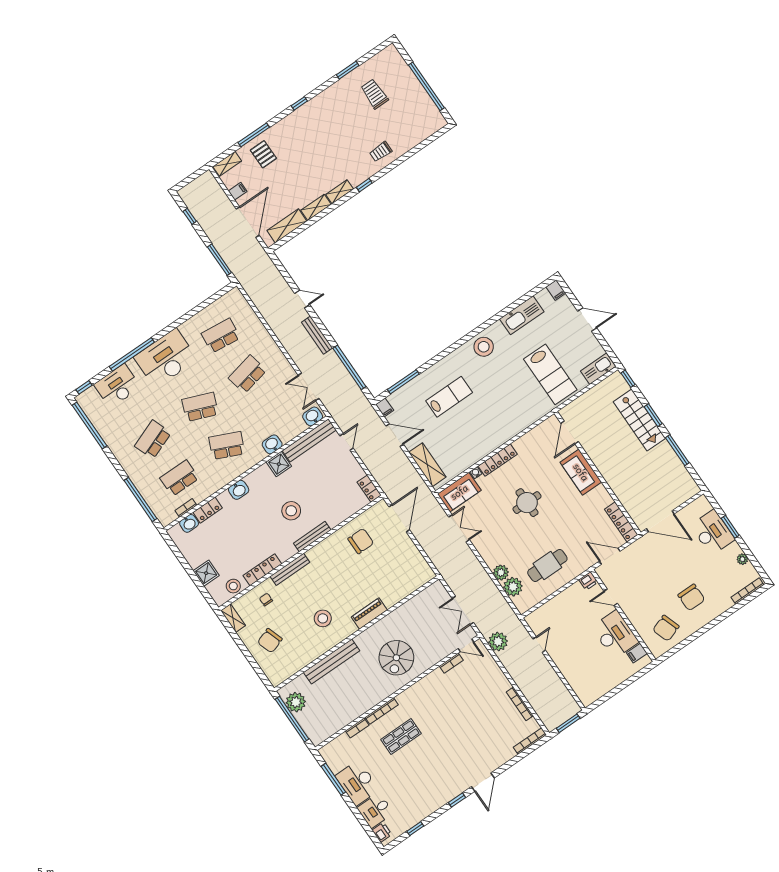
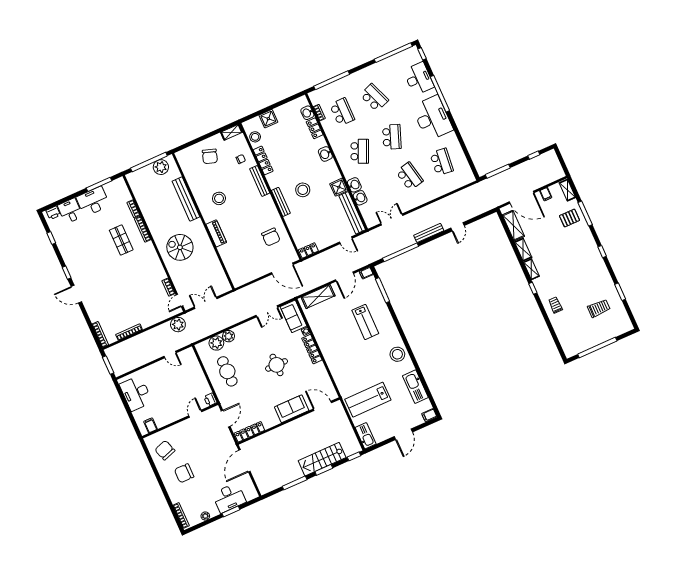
washbasin: (313, 416) -> (360, 198), moved
desk: (615, 635) -> (136, 393), moved, turned 90
chair: (270, 641) -> (210, 156), turned -143

